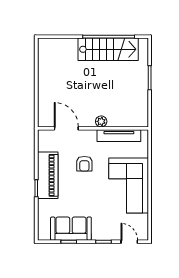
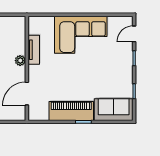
tv unit: (119, 136) -> (34, 50), width x0.71
armchair: (84, 164) -> (60, 76), removed
sofa: (71, 229) -> (114, 110), moved, turned 90

